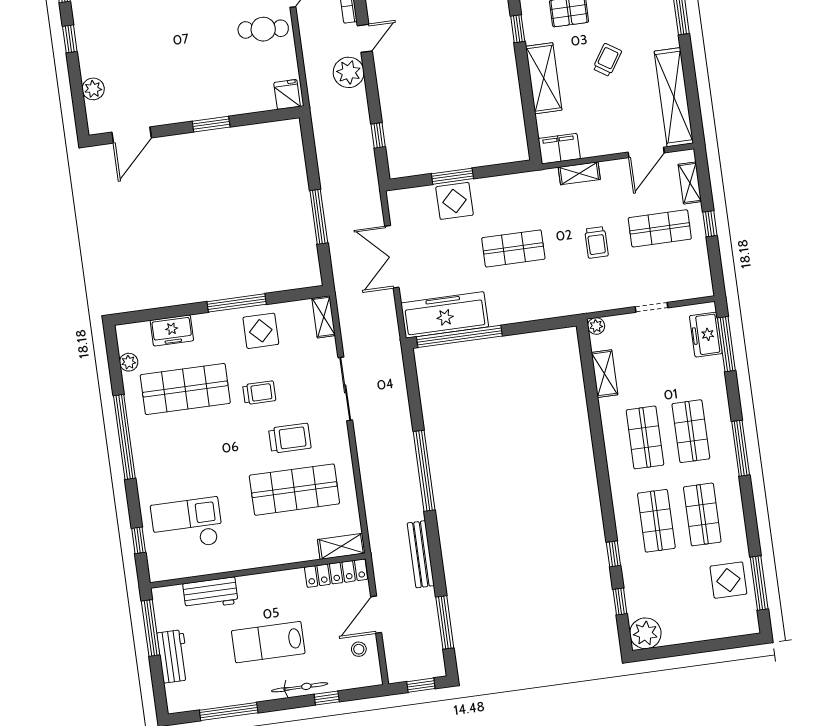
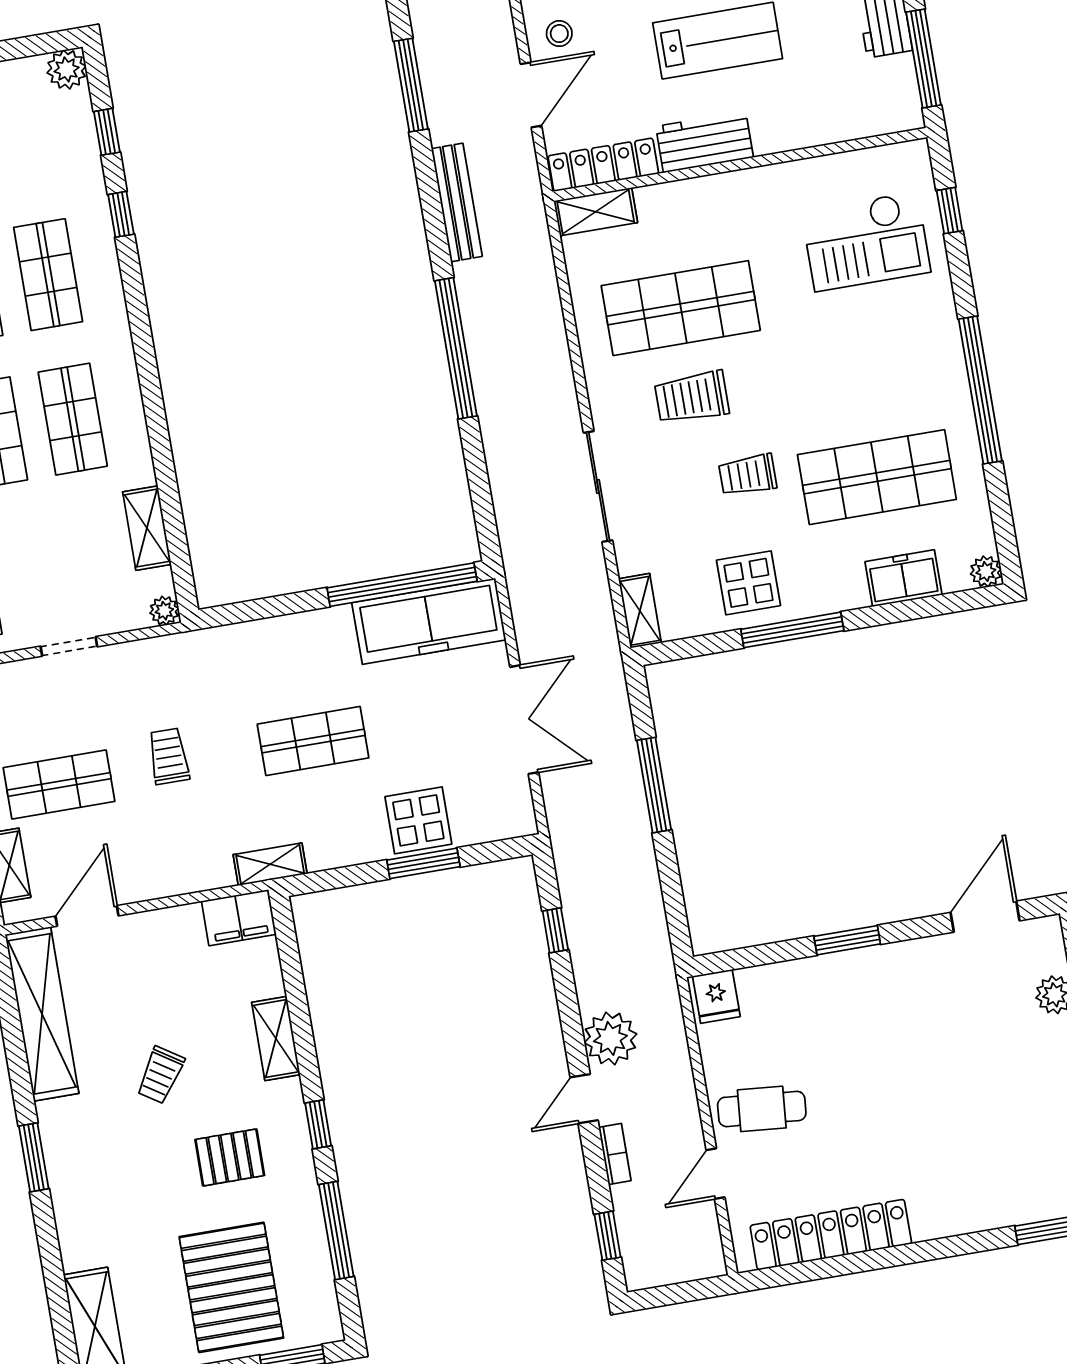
shelving: (544, 78) -> (276, 1039), width x0.67, depth x0.75
shelving: (579, 173) -> (270, 864), moved
plant: (129, 362) -> (986, 571), moved
workbench: (210, 593) -> (705, 142), moved
plant: (645, 633) -> (67, 69), width x0.73, depth x0.73

